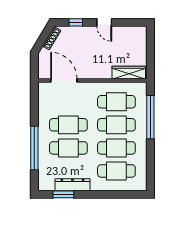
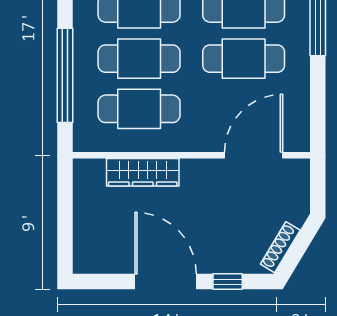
door: (104, 22) -> (166, 282), width x1.87
wardrobe: (129, 73) -> (143, 172), moved
door: (64, 80) -> (254, 155), swing flipped

